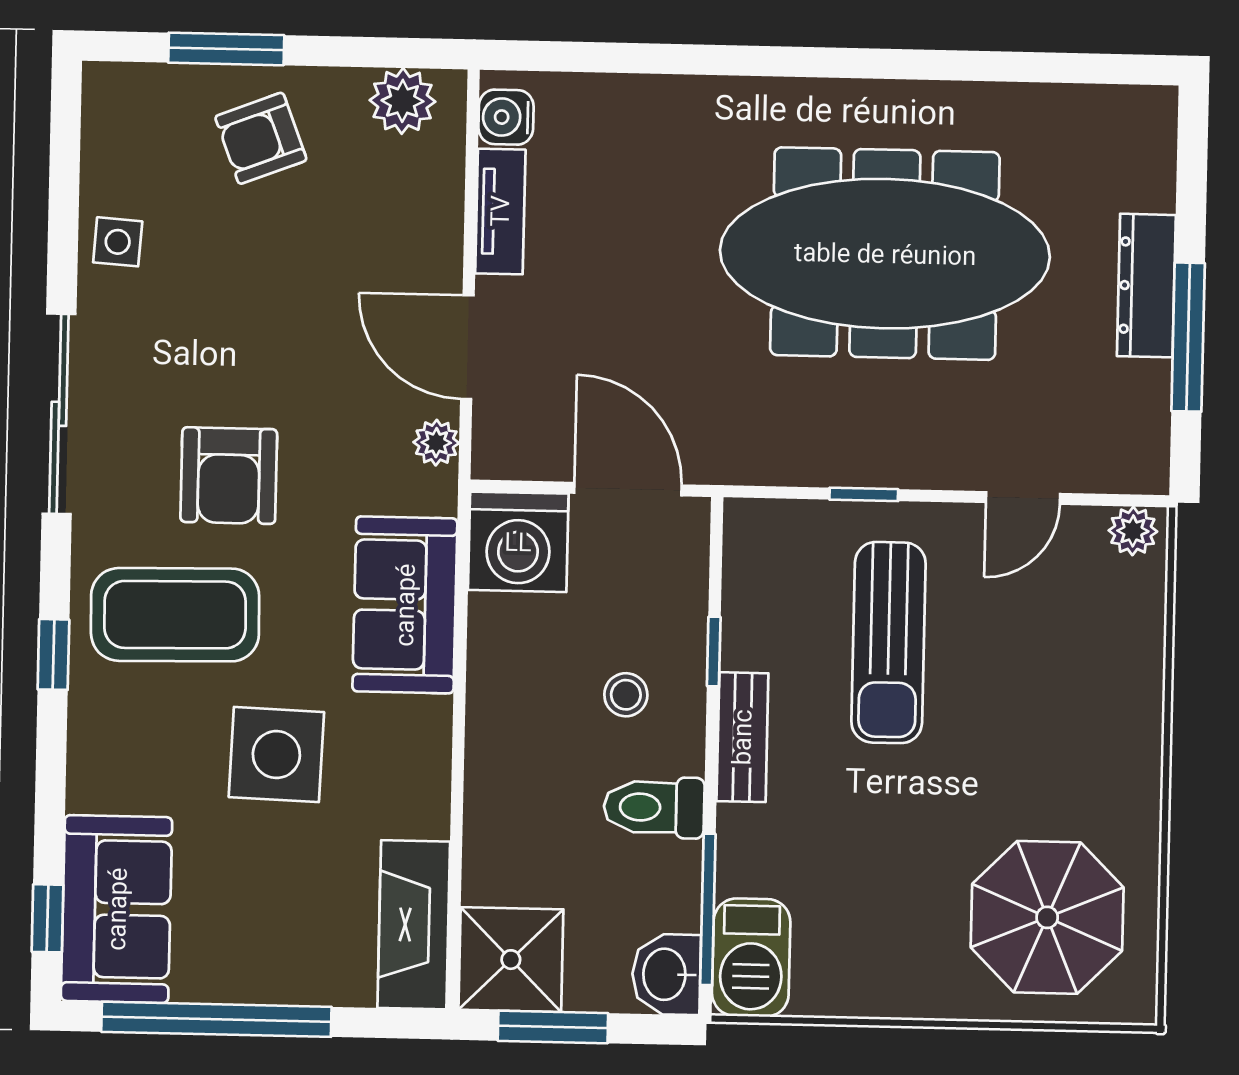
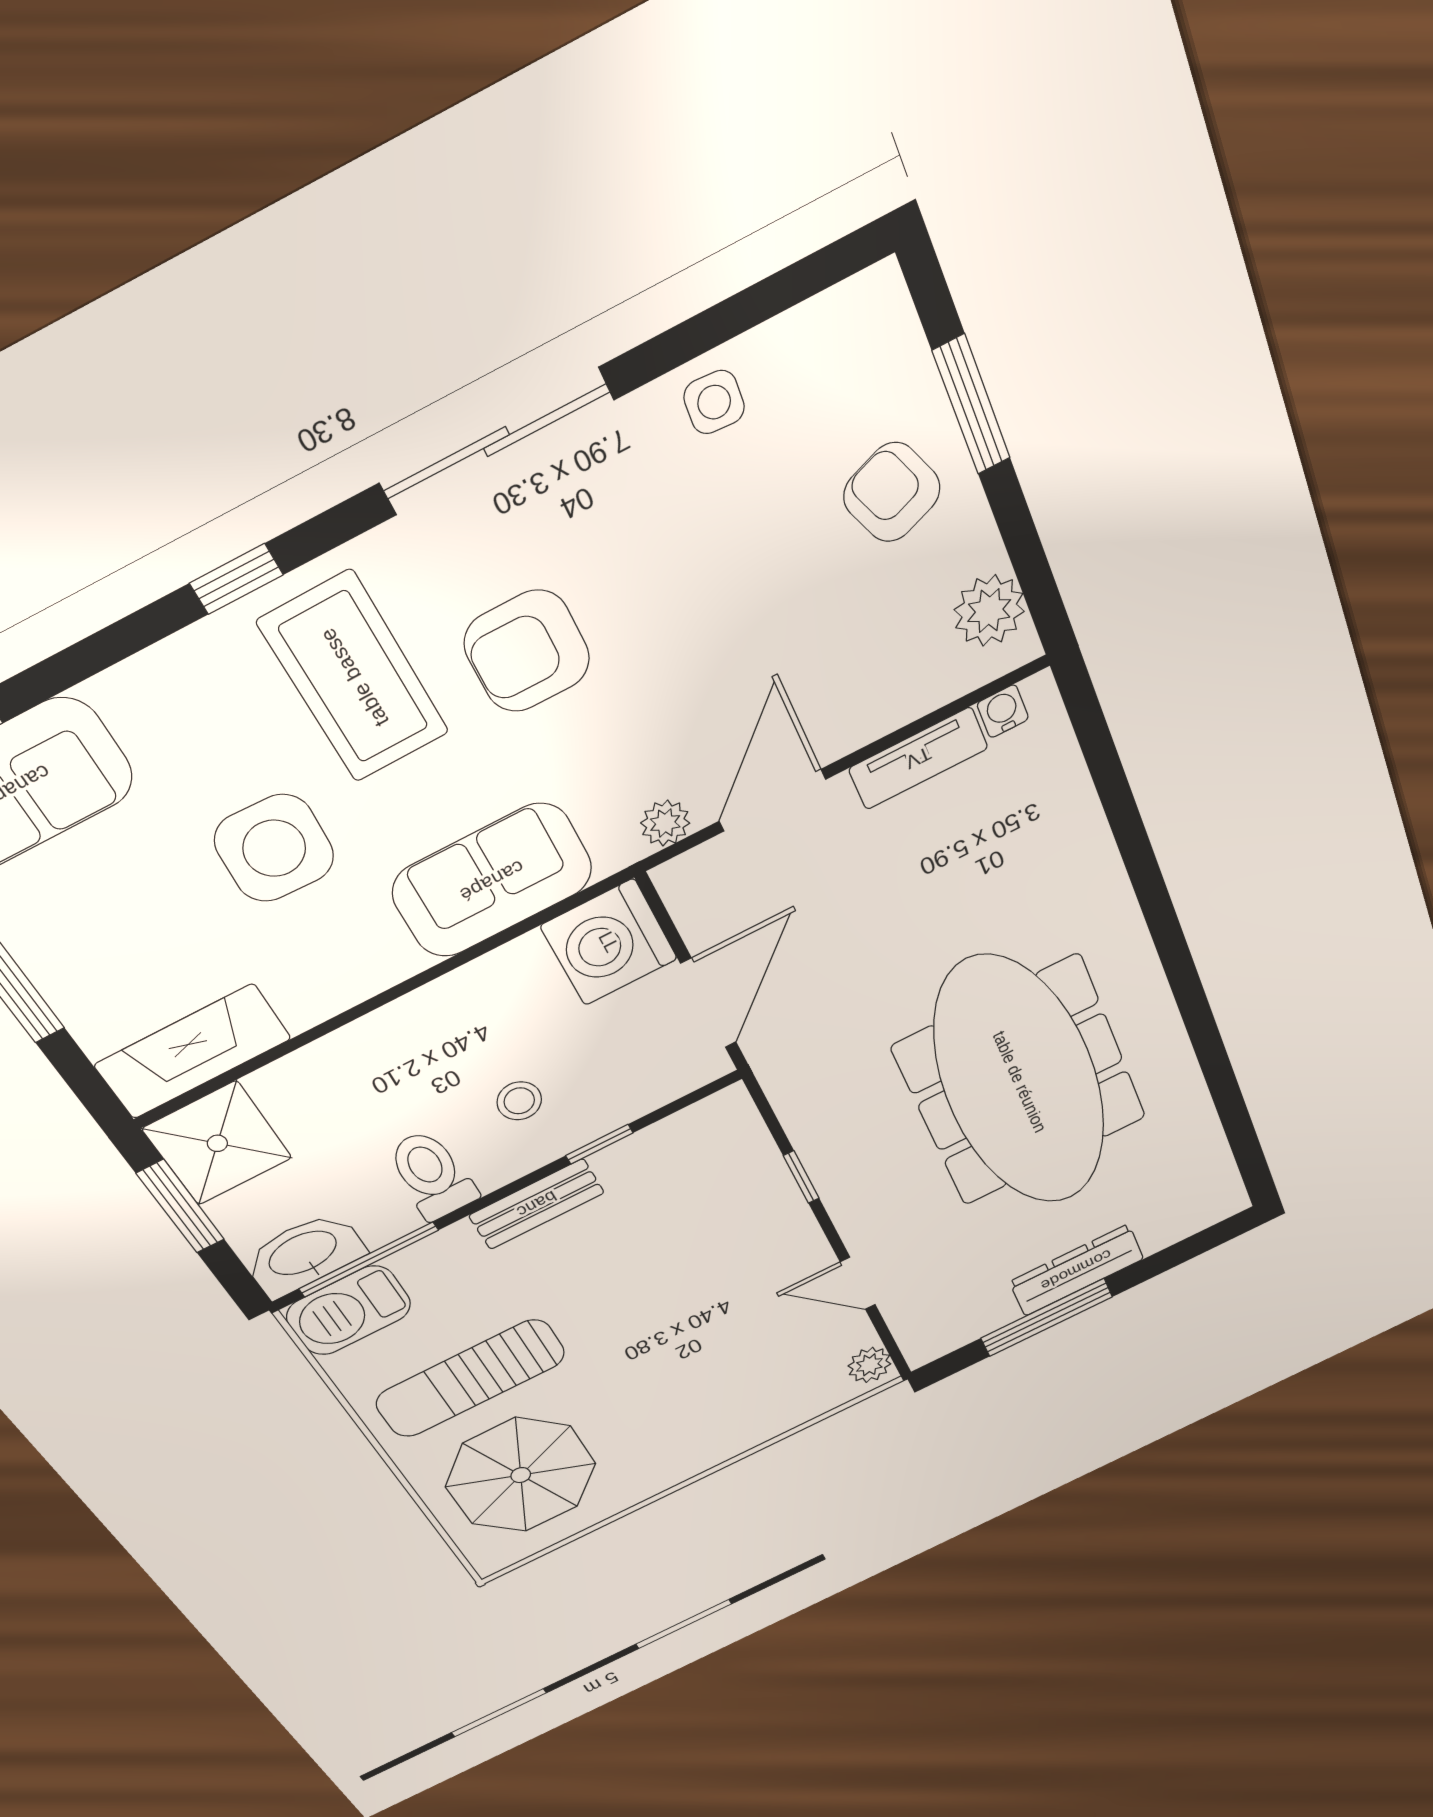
water cooler: (506, 117) -> (1003, 711), width x0.72, depth x0.72
sun lounger: (888, 643) -> (470, 1378), moved
washbasin: (666, 974) -> (304, 1254), width x1.38

